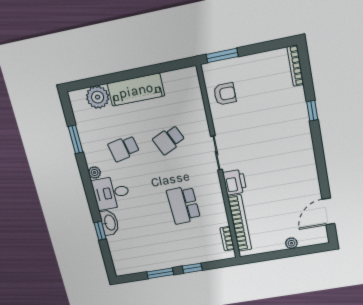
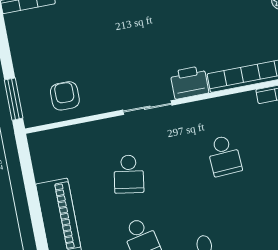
school desk: (169, 140) -> (129, 174), turned 33
school desk: (183, 205) -> (224, 156), width x0.54

